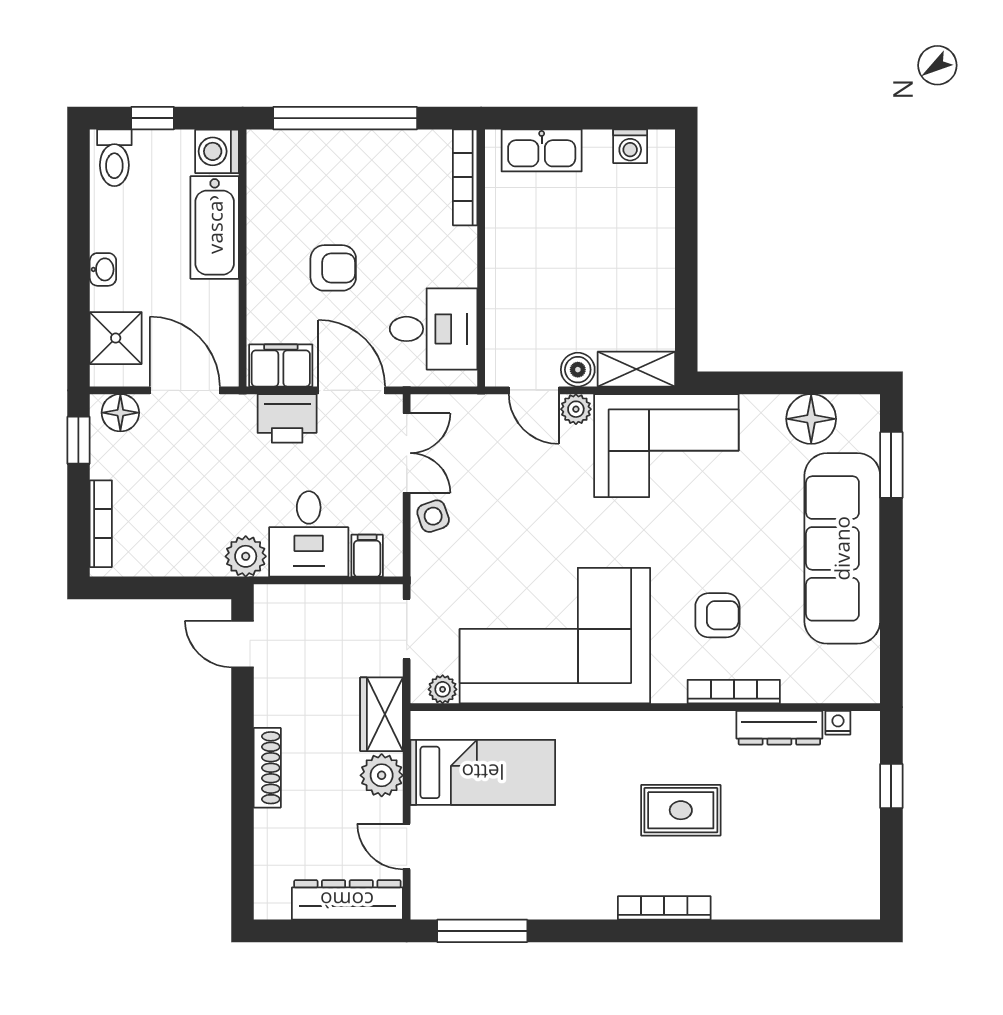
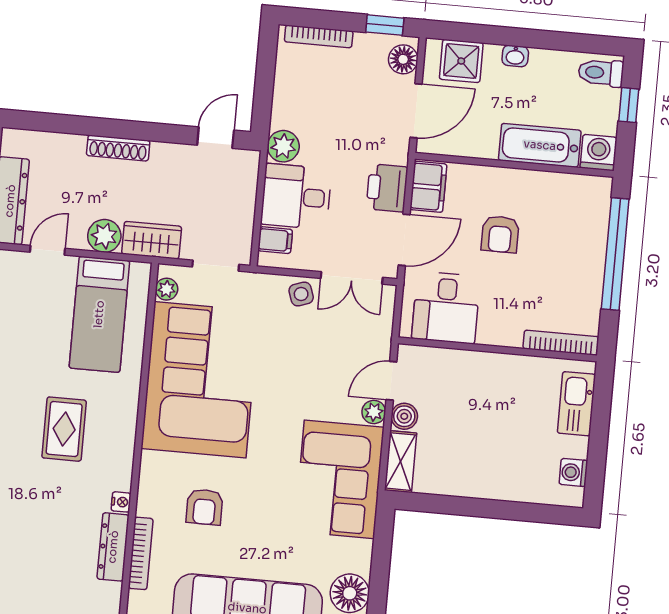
bookcase: (734, 692) -> (141, 553), moved
nightstand: (838, 723) -> (121, 502), moved
rug: (681, 810) -> (64, 429), moved

